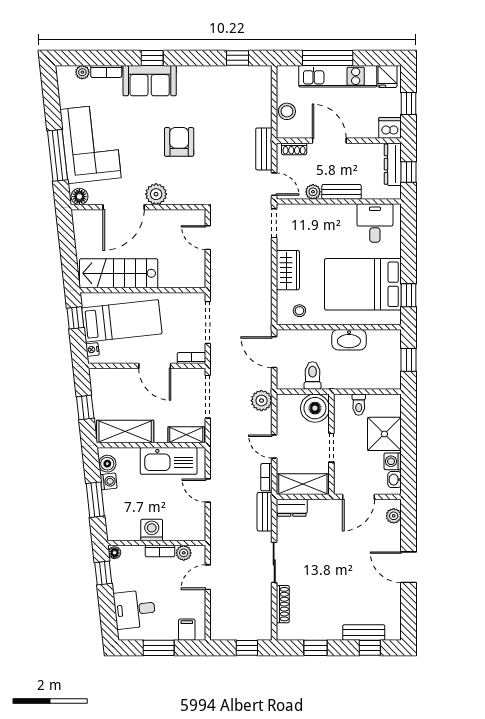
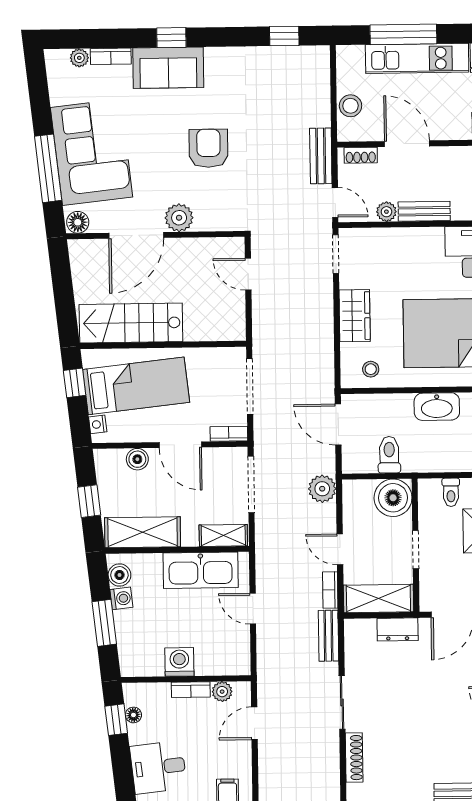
boiler: (122, 376) -> (137, 459), added
dresser: (292, 508) -> (398, 629), moved
floor lamp: (115, 553) -> (133, 715), moved

